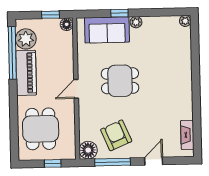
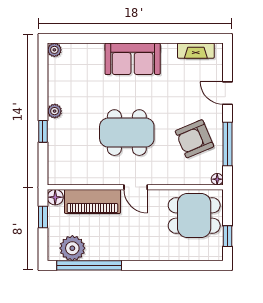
sofa: (107, 30) -> (133, 59), moved, turned 90
piano: (26, 73) -> (92, 201), moved, turned 180
dining table: (120, 81) -> (127, 133), width x1.38
dining table: (41, 129) -> (194, 215), moved
floor lamp: (88, 150) -> (217, 179), width x0.53, depth x0.53
window: (53, 163) -> (228, 236), moved

